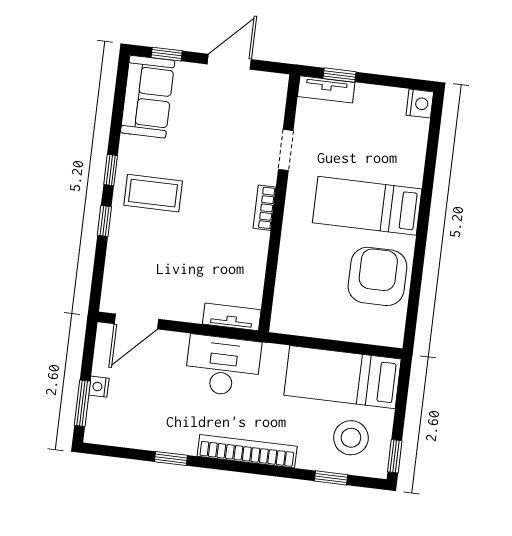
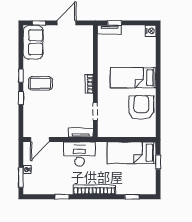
doorway: (286, 150) -> (95, 111), moved
stool: (351, 438) -> (138, 178), removed
window: (395, 456) -> (158, 162), moved

